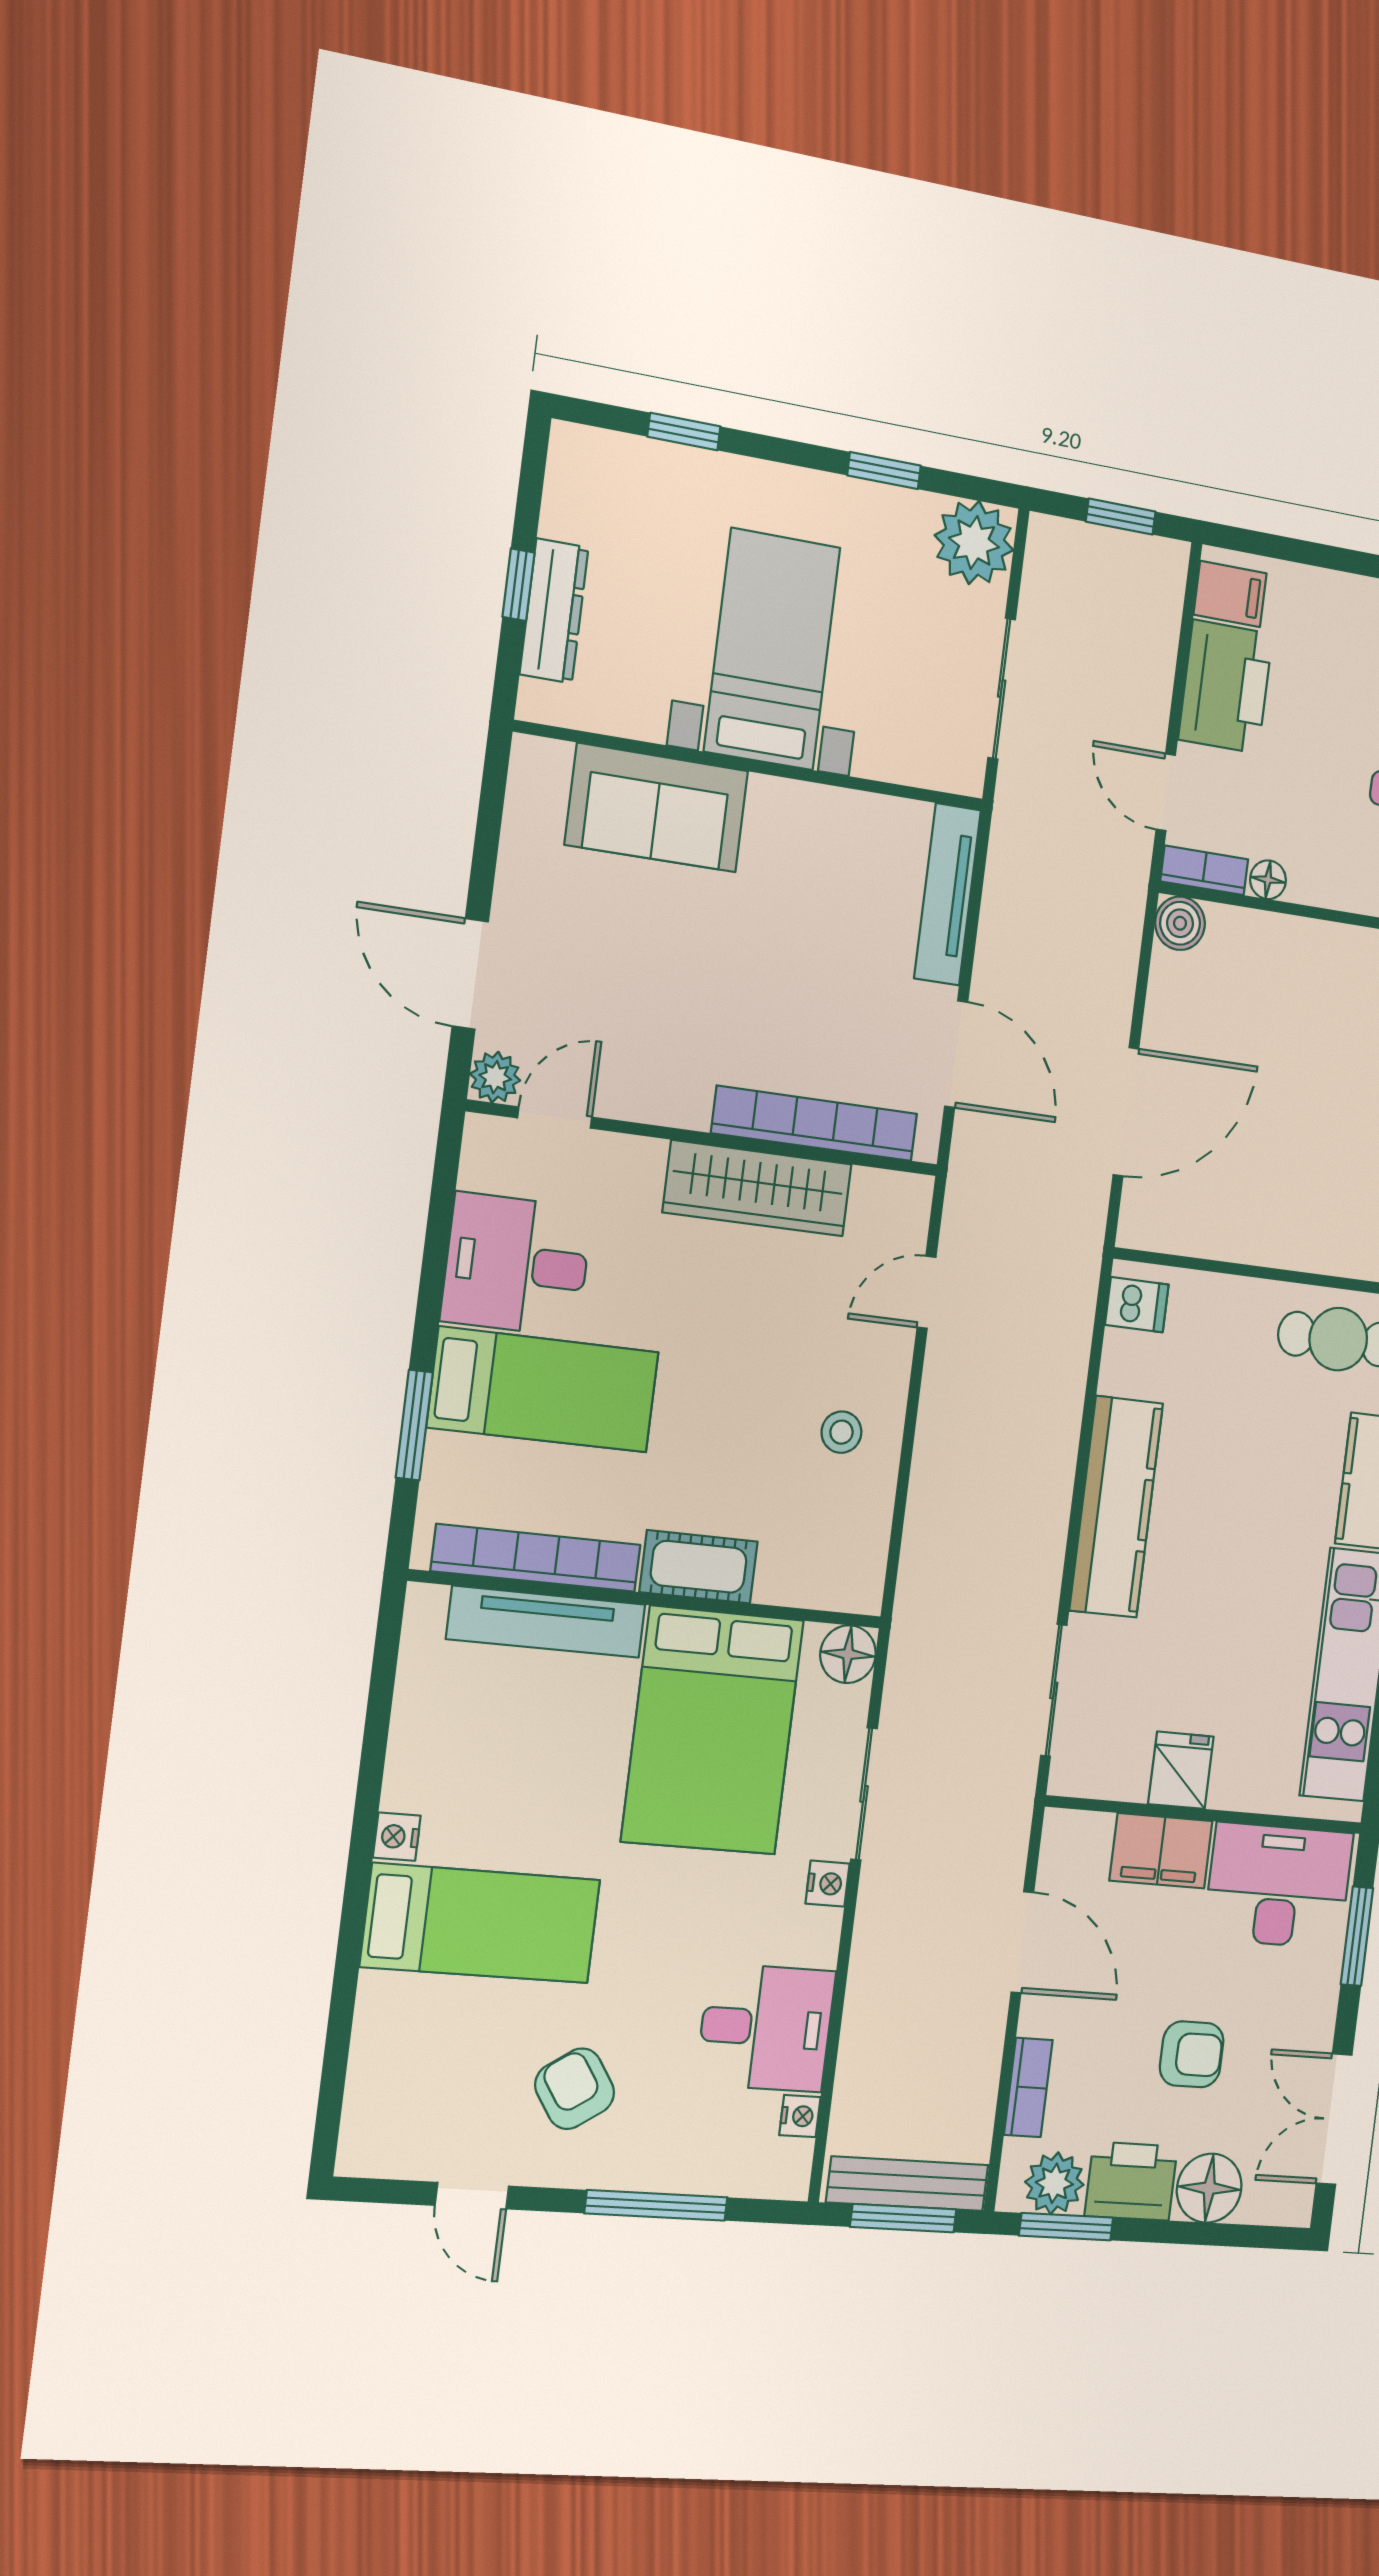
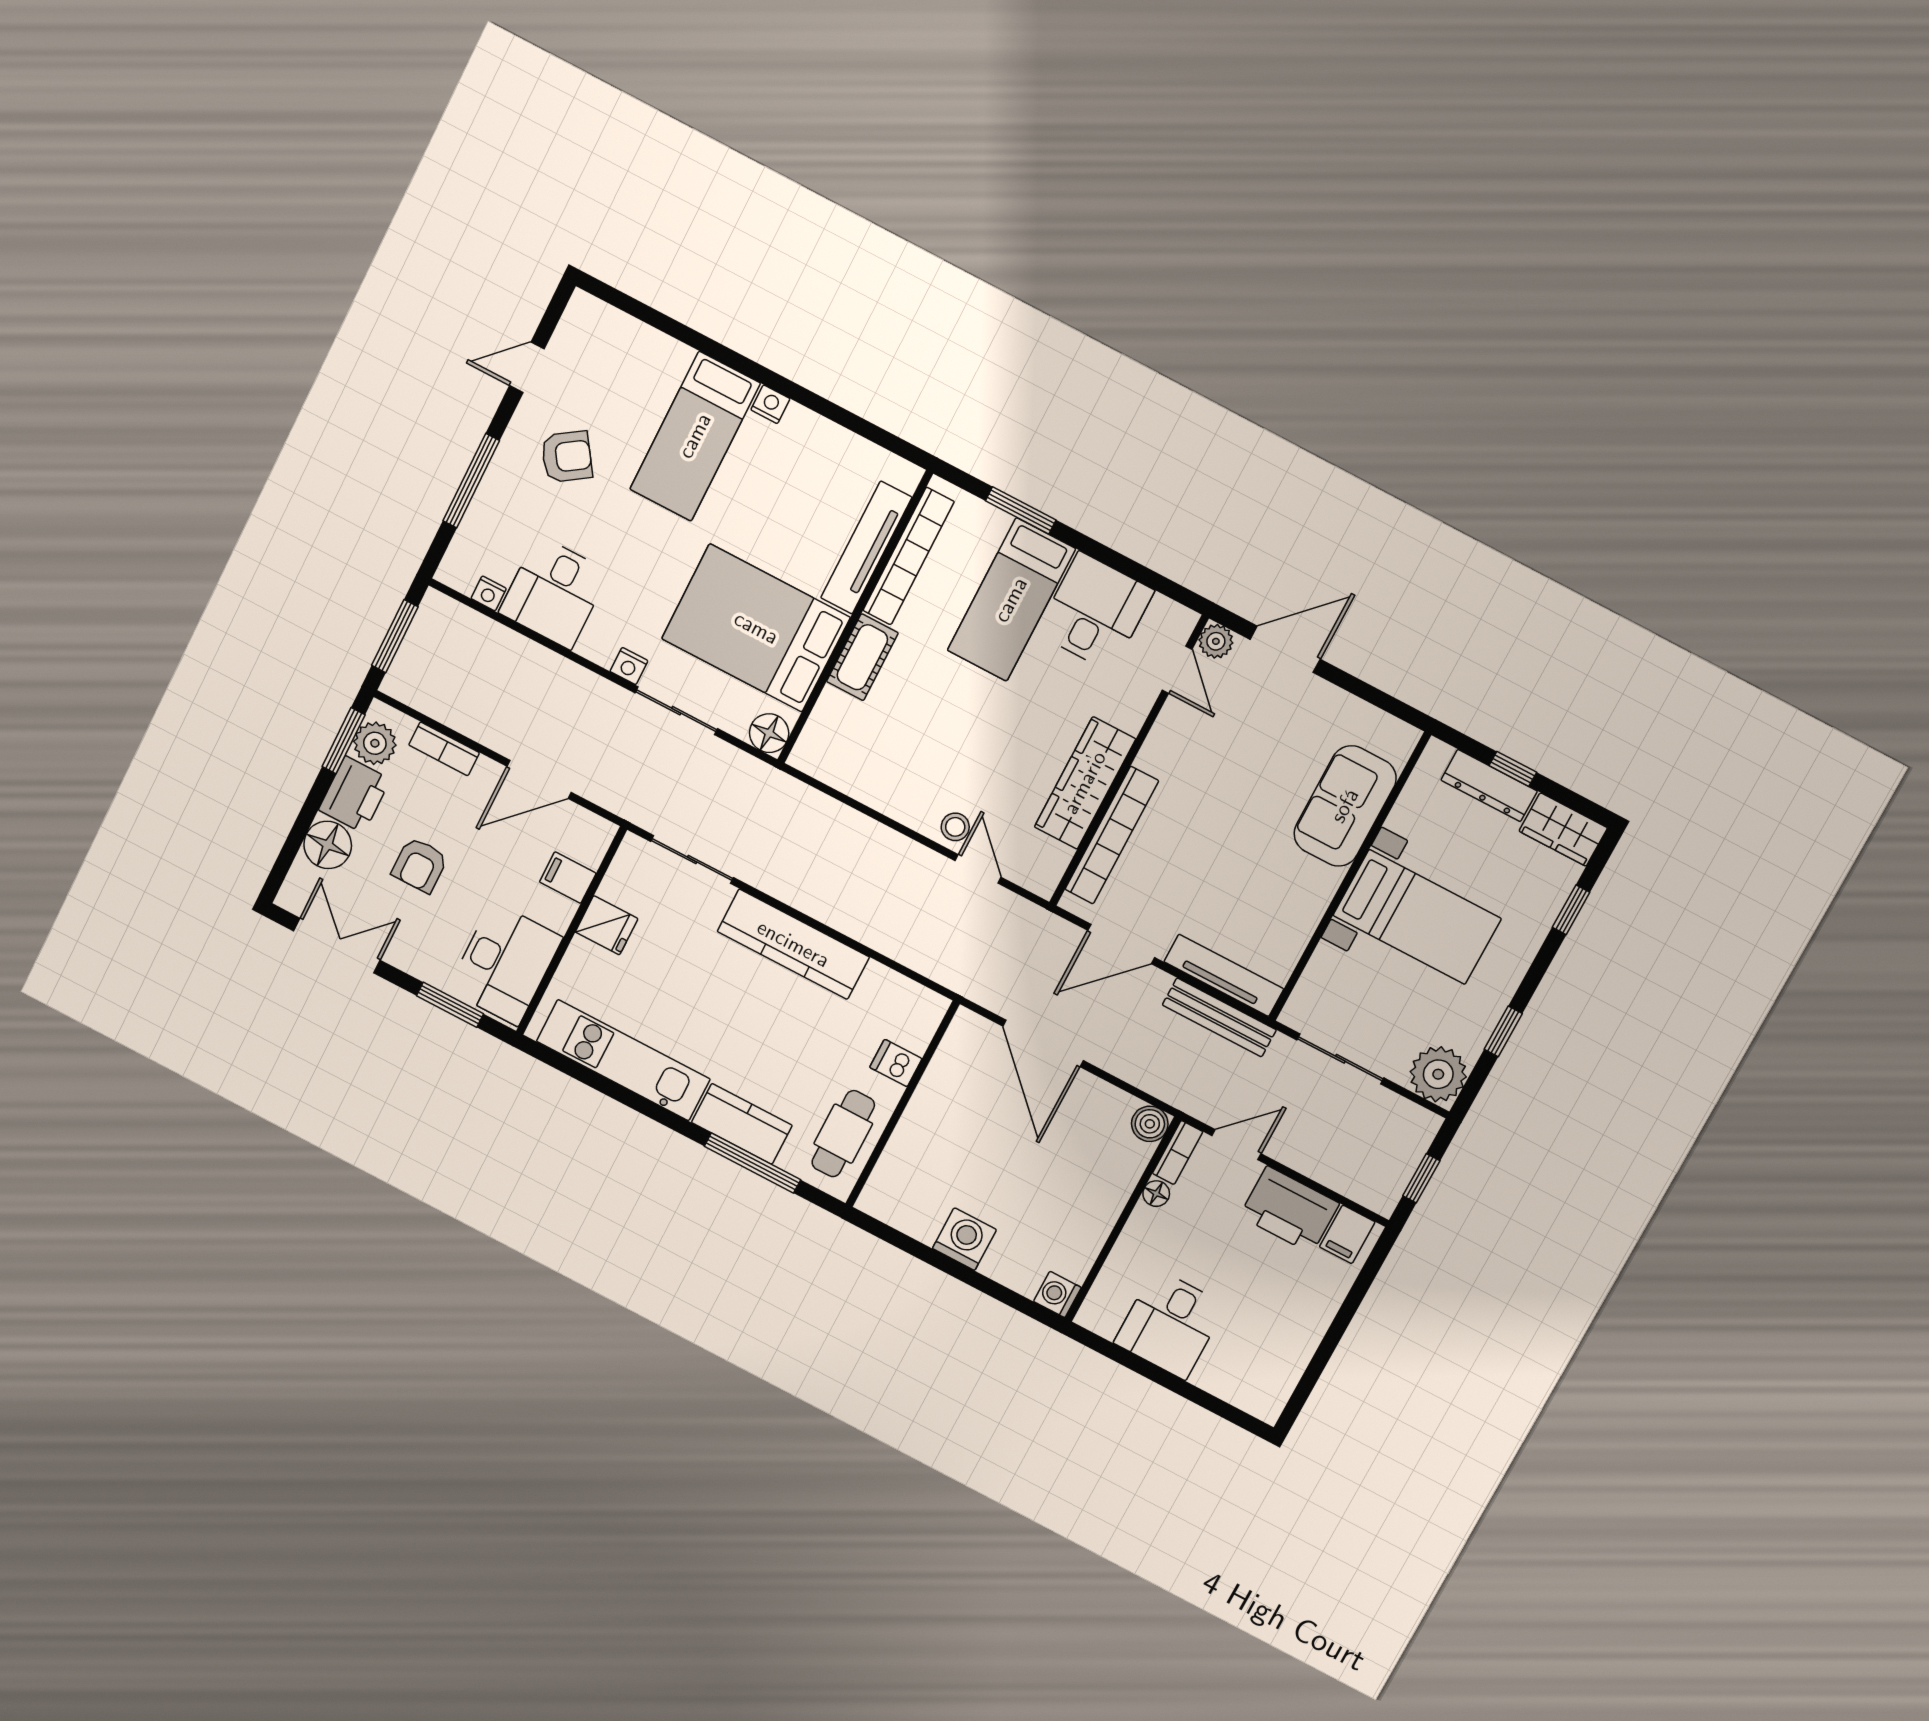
wardrobe: (577, 482) -> (1563, 830), added
dishwasher: (1137, 1305) -> (896, 1063), moved, turned 90
stool: (841, 1432) -> (955, 827), moved
filing cabinet: (1161, 1851) -> (568, 878), width x0.50
bench: (907, 2184) -> (1219, 1017), moved, turned 90

